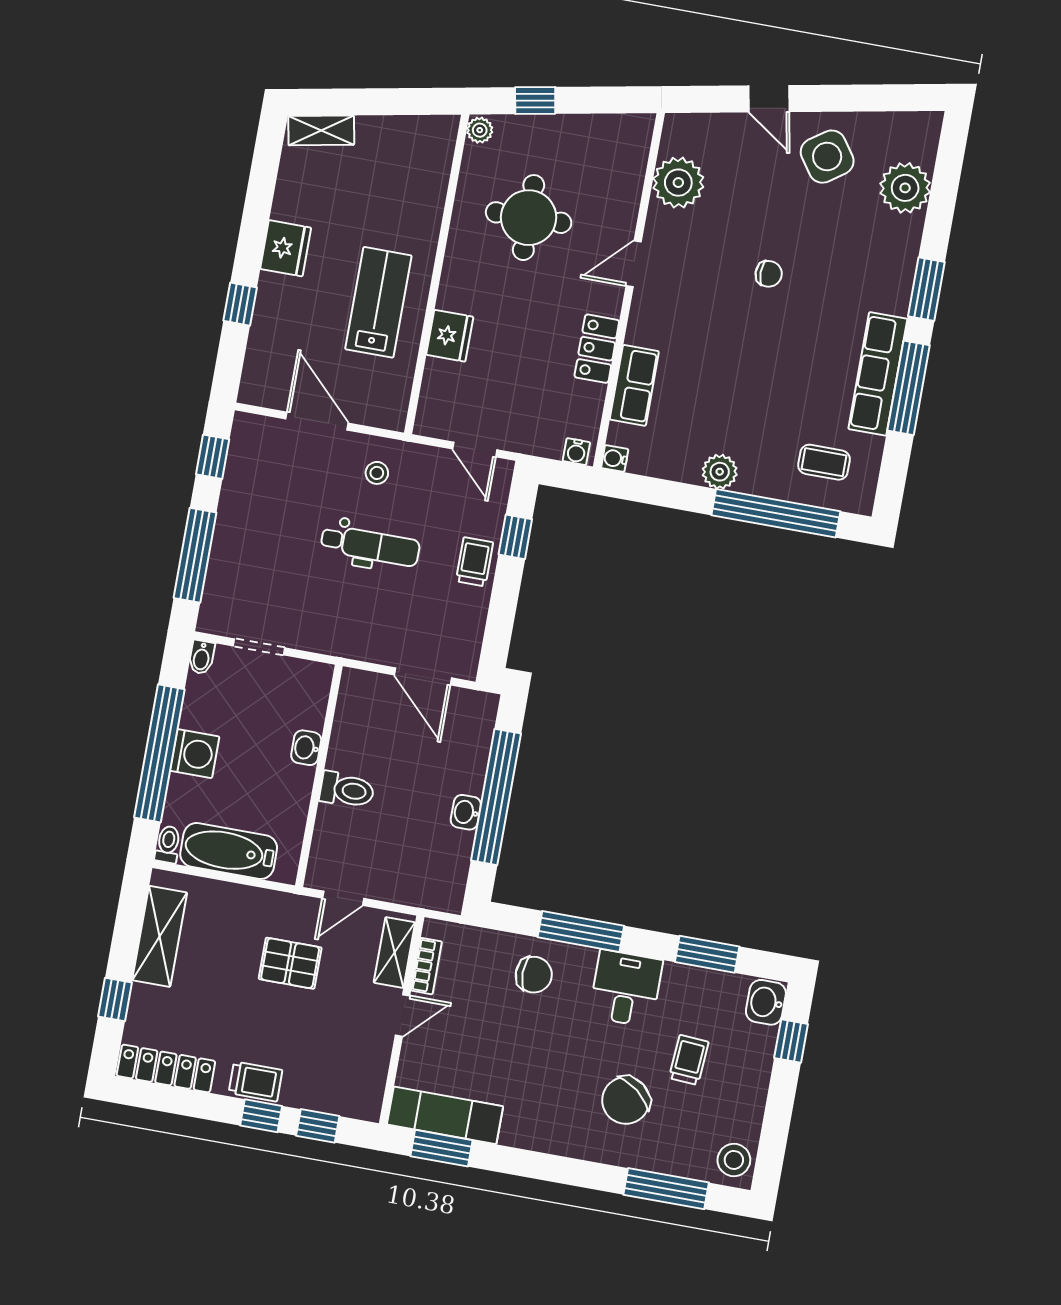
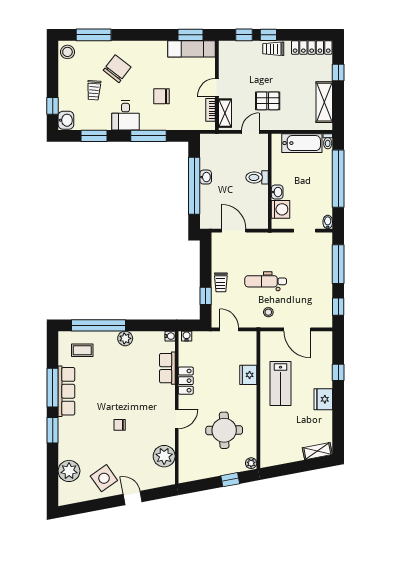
washing machine: (195, 754) -> (281, 209), moved, turned 180
chair: (534, 975) -> (162, 96), moved

